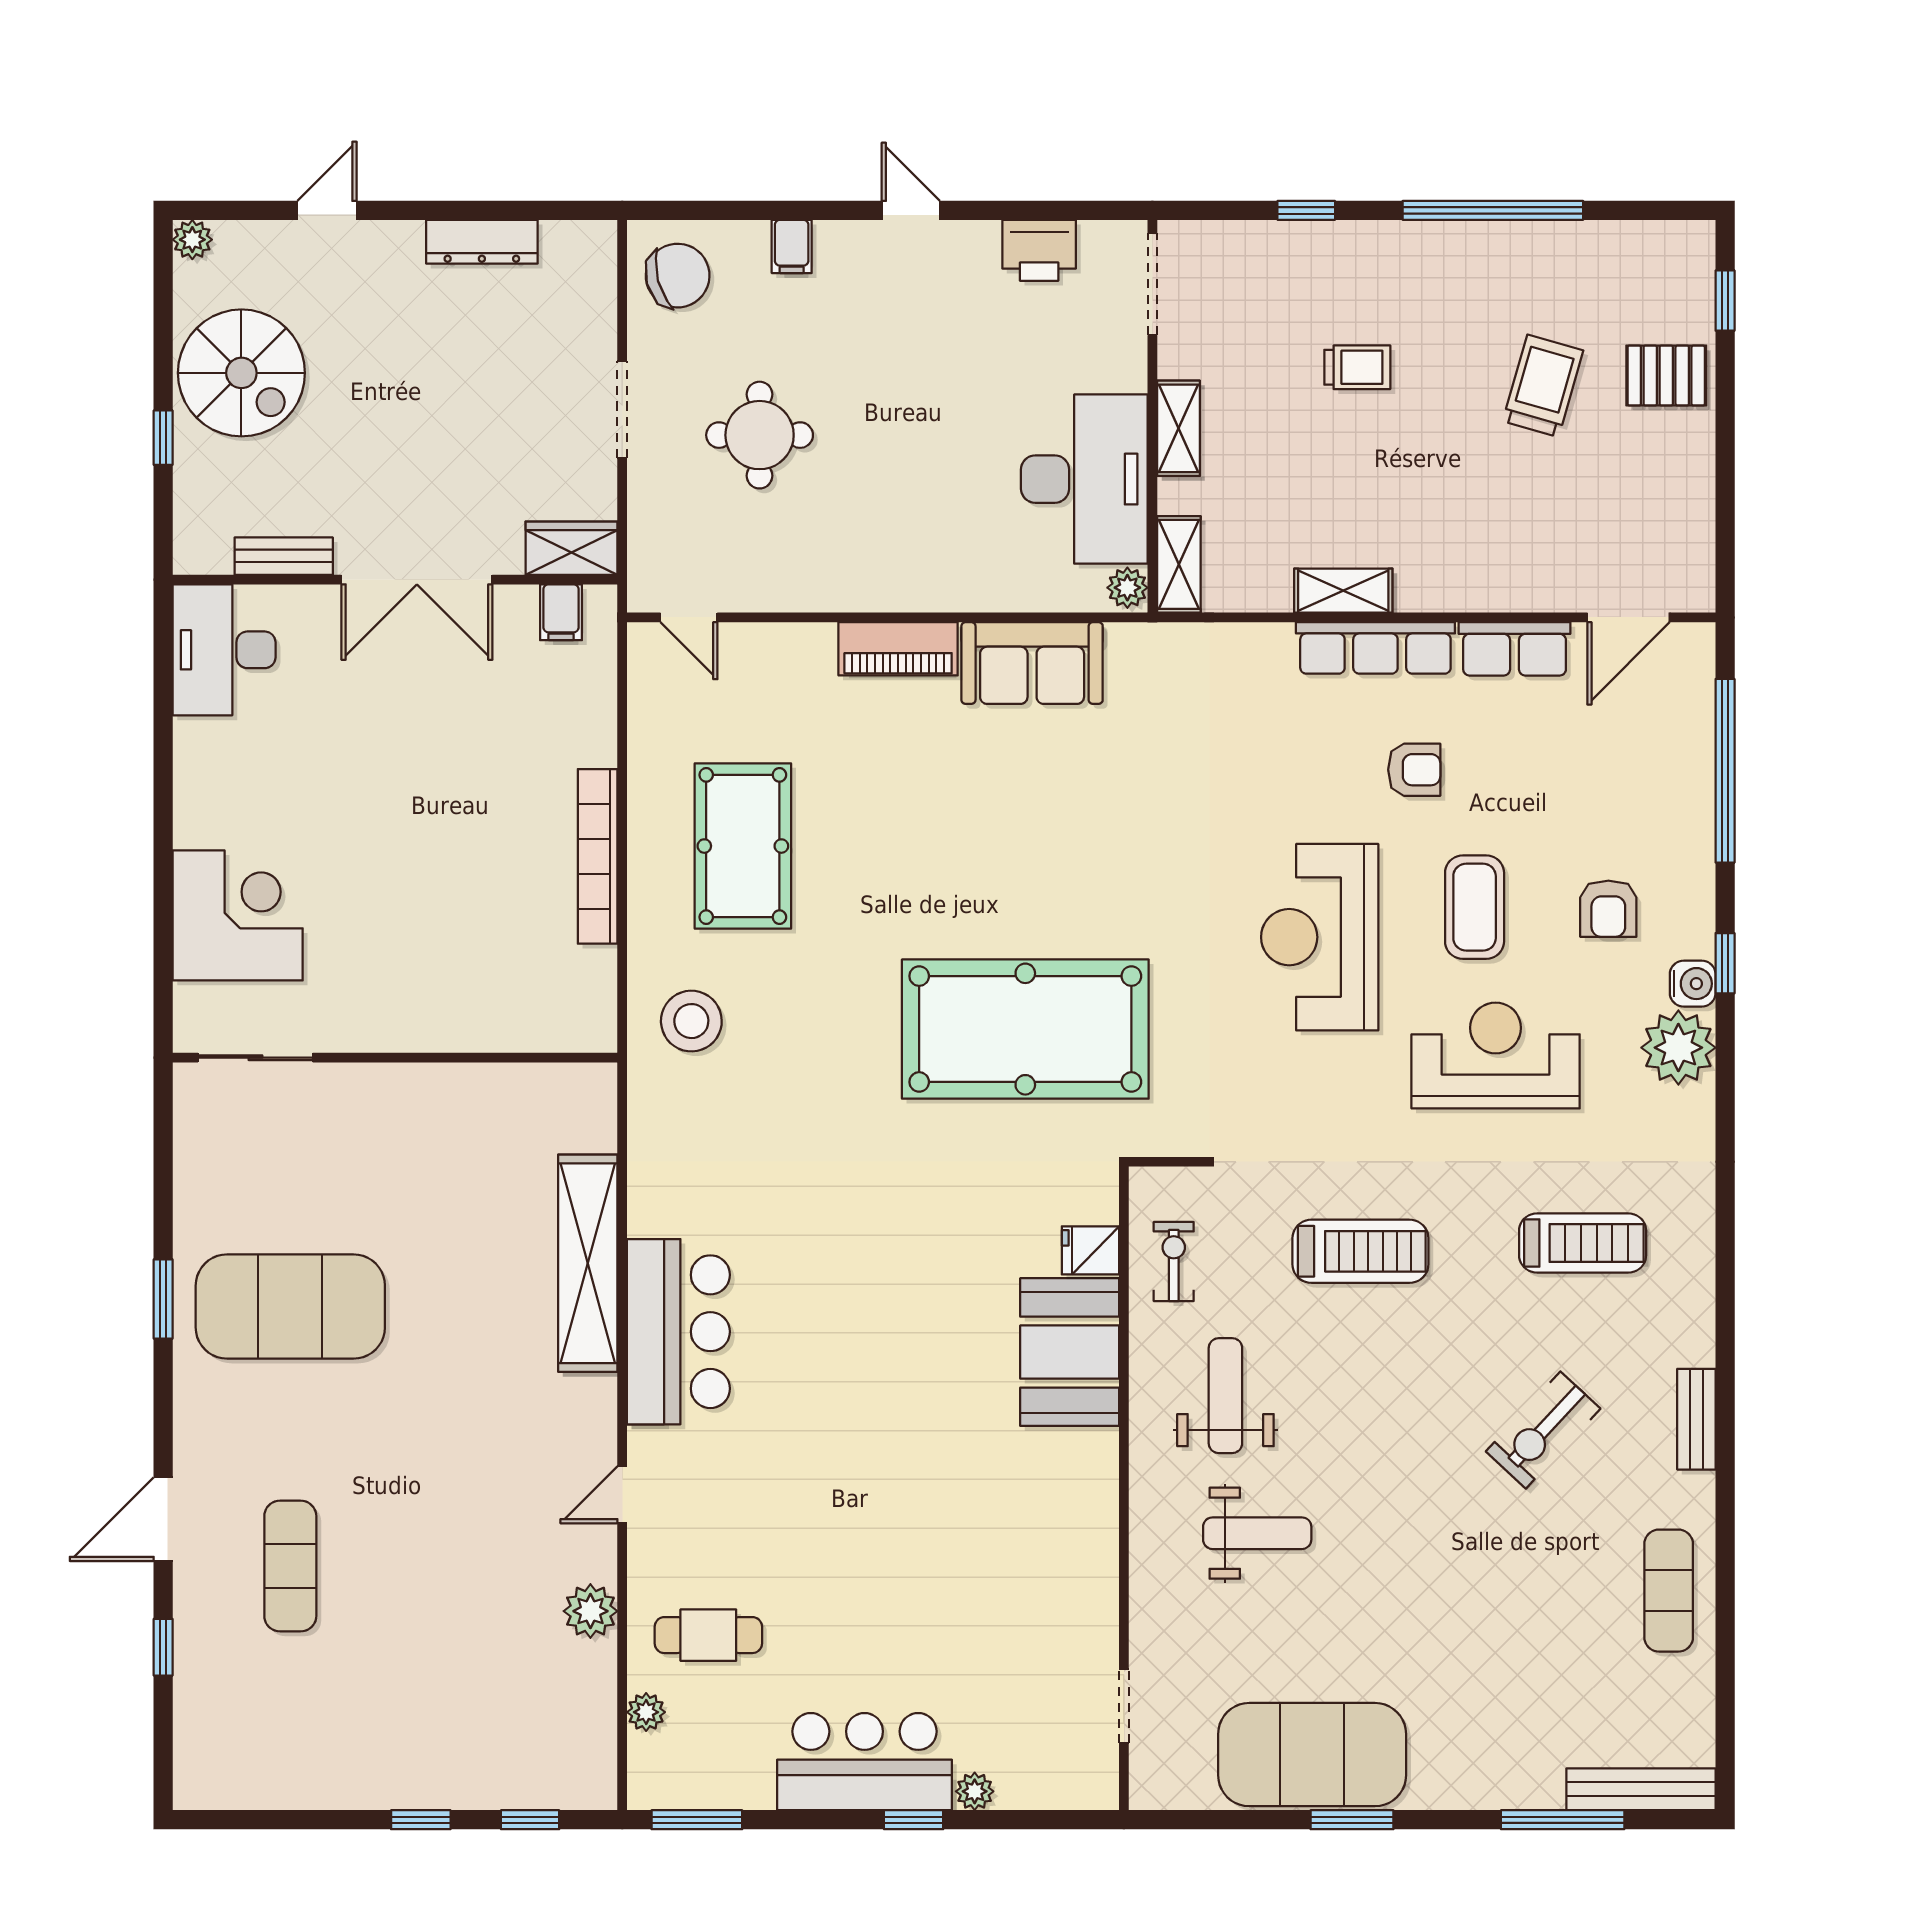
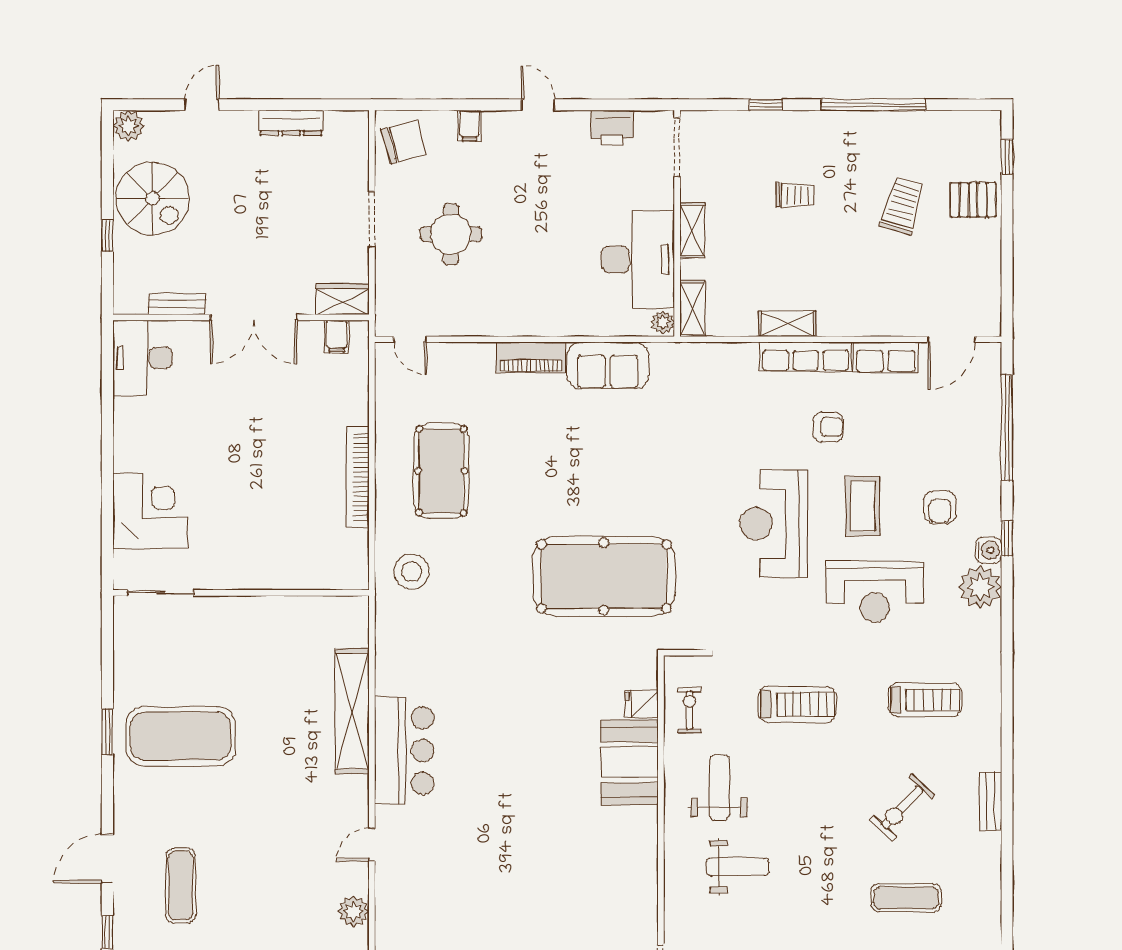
plant: (192, 240) -> (128, 126), width x1.38, depth x1.38
reception desk: (1496, 1055) -> (875, 592), turned 180
exercise mat: (1669, 1591) -> (906, 898), moved, turned 90
cafe table: (708, 1635) -> (421, 925), removed

